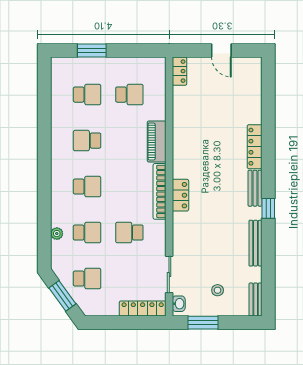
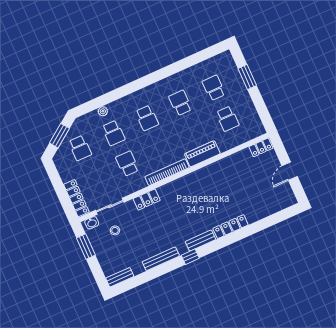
school desk: (87, 95) -> (214, 88), turned 180
locker: (180, 195) -> (147, 200), moved
stool: (218, 290) -> (115, 230), moved

